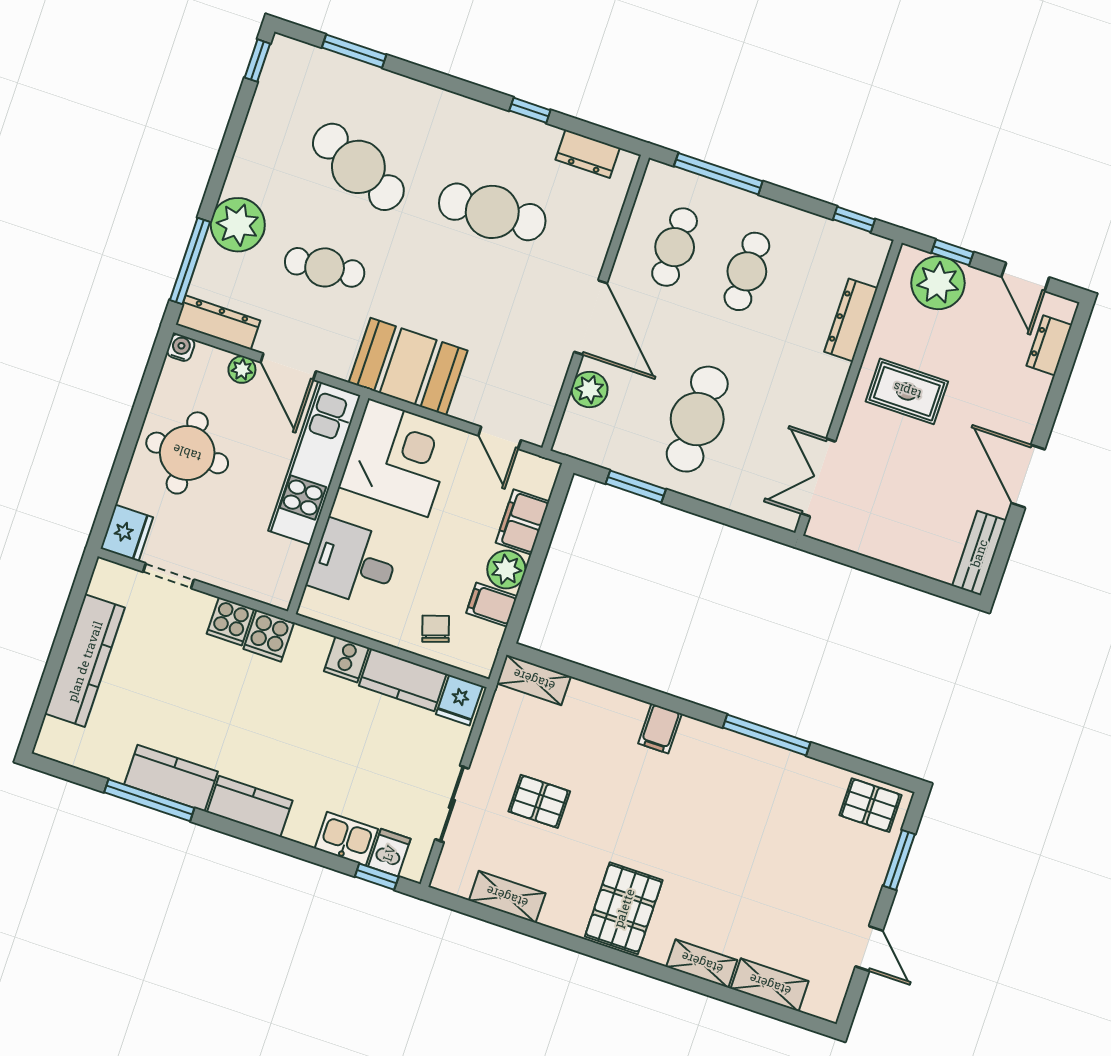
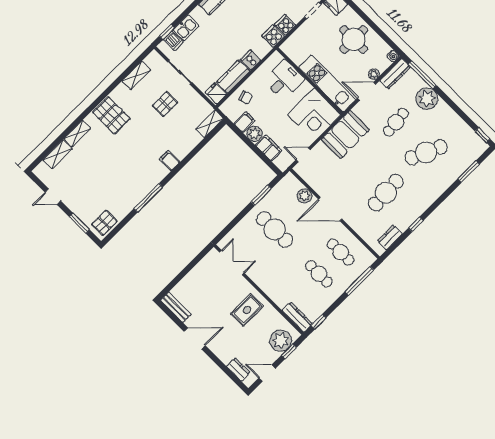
dresser: (851, 320) -> (297, 317), moved

